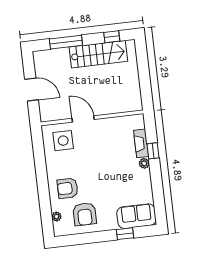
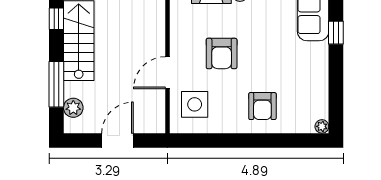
plant: (51, 56) -> (73, 108), added
armchair: (85, 214) -> (222, 53), moved, turned 90
plant: (56, 217) -> (322, 126), moved

